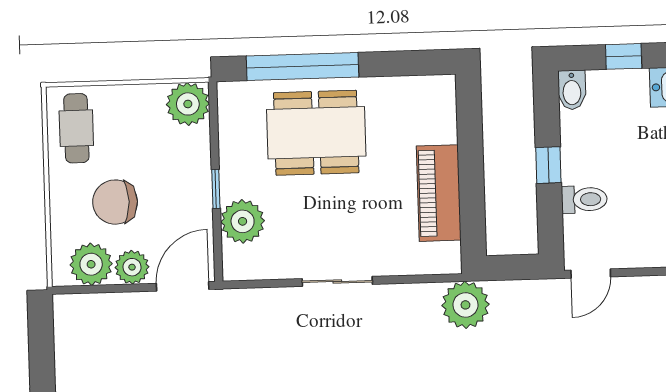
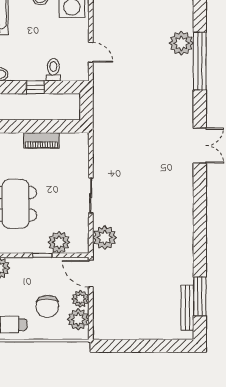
piano: (439, 193) -> (41, 140), width x0.73, depth x0.75
door: (591, 274) -> (91, 52), moved
plant: (465, 305) -> (105, 238), moved

